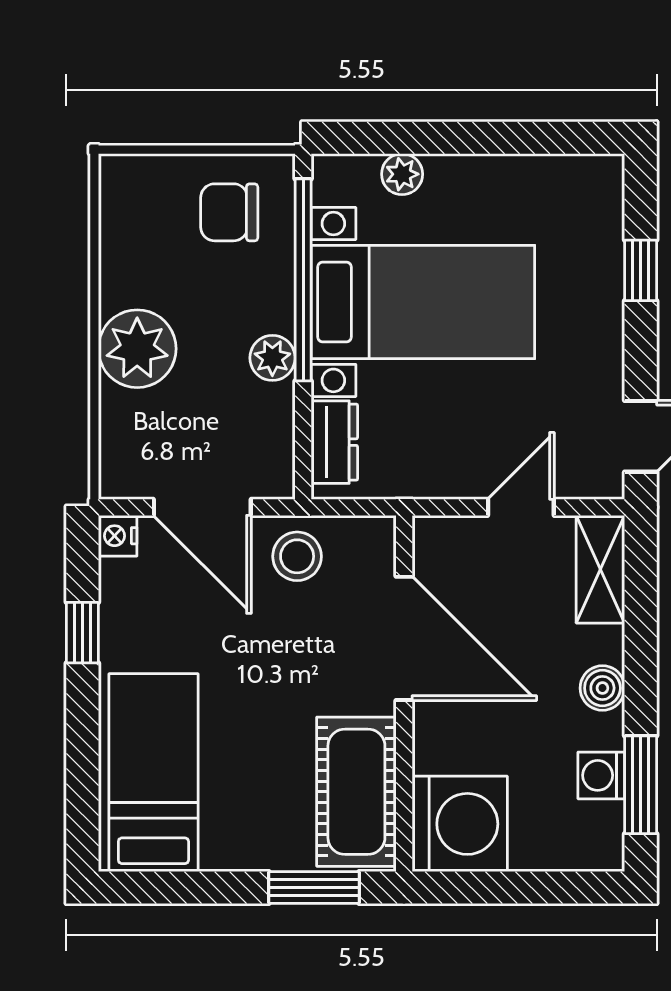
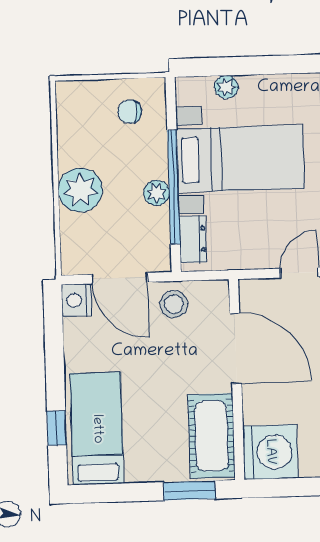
chair: (229, 212) -> (130, 112), width x0.73, depth x0.73
window: (303, 280) -> (174, 187), moved
nightstand: (118, 536) -> (76, 300), width x1.39, depth x1.35
window: (82, 633) -> (57, 428), moved

